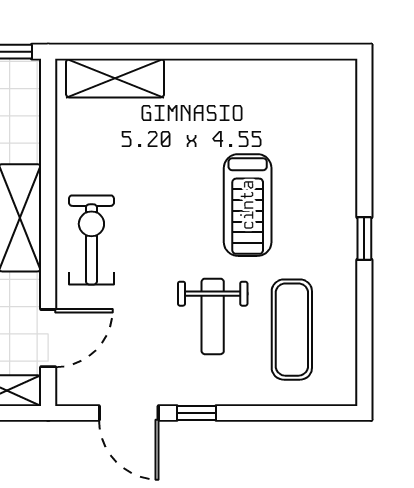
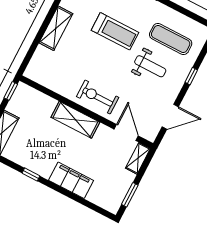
shelving: (115, 78) -> (56, 28), moved
window: (197, 413) -> (191, 76), moved

